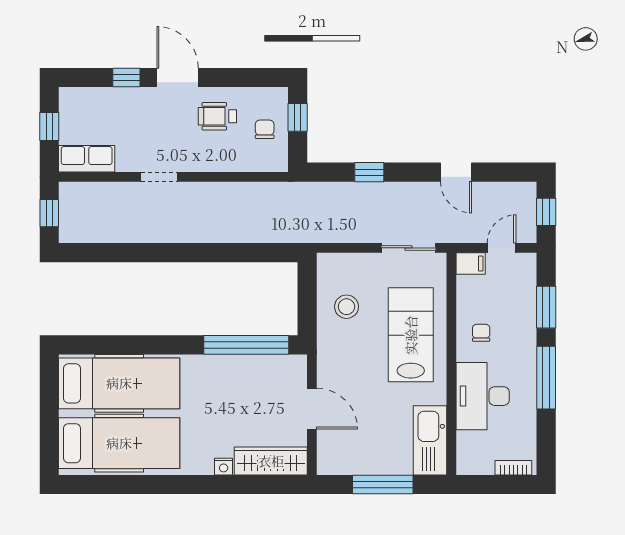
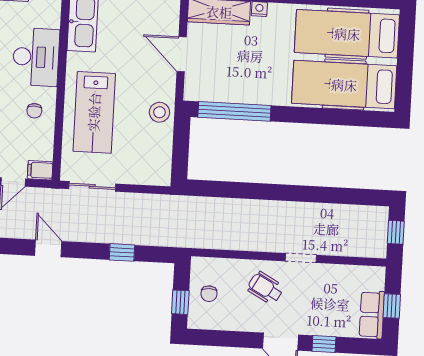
wheelchair: (217, 116) -> (265, 288), moved, turned -151
row of seats: (87, 159) -> (372, 315), moved, turned 90
stool: (347, 307) -> (159, 112), moved

